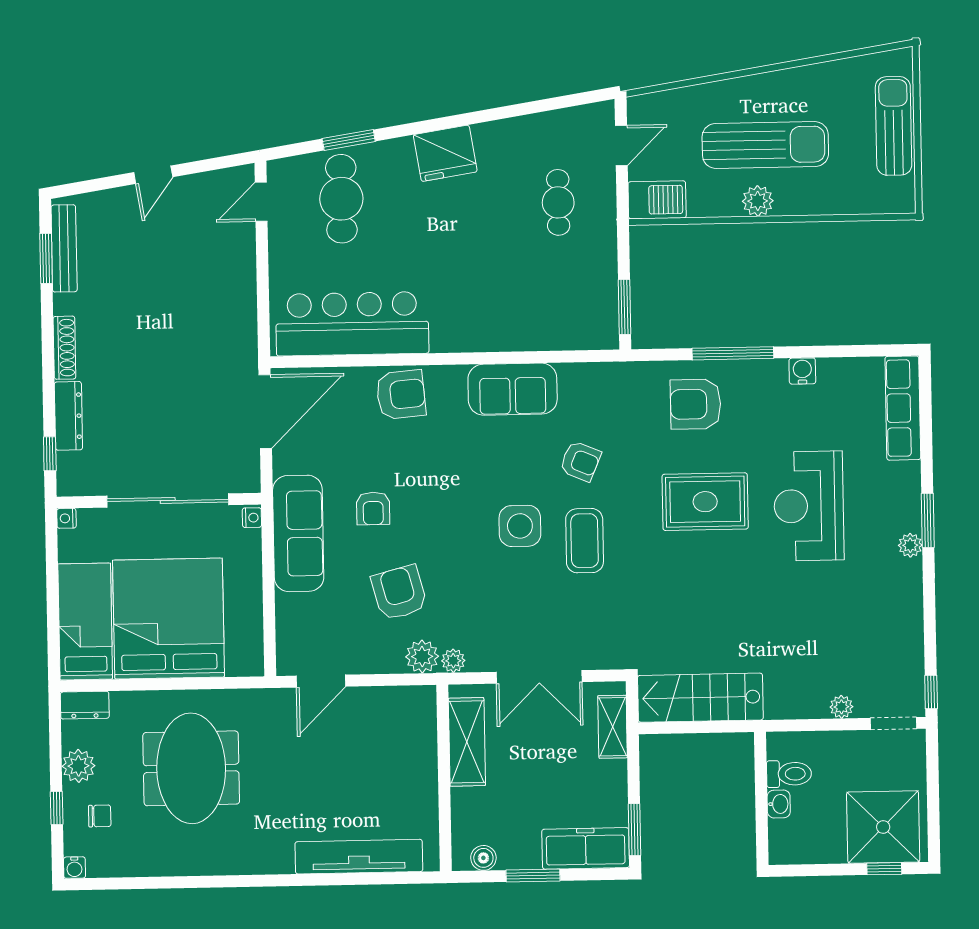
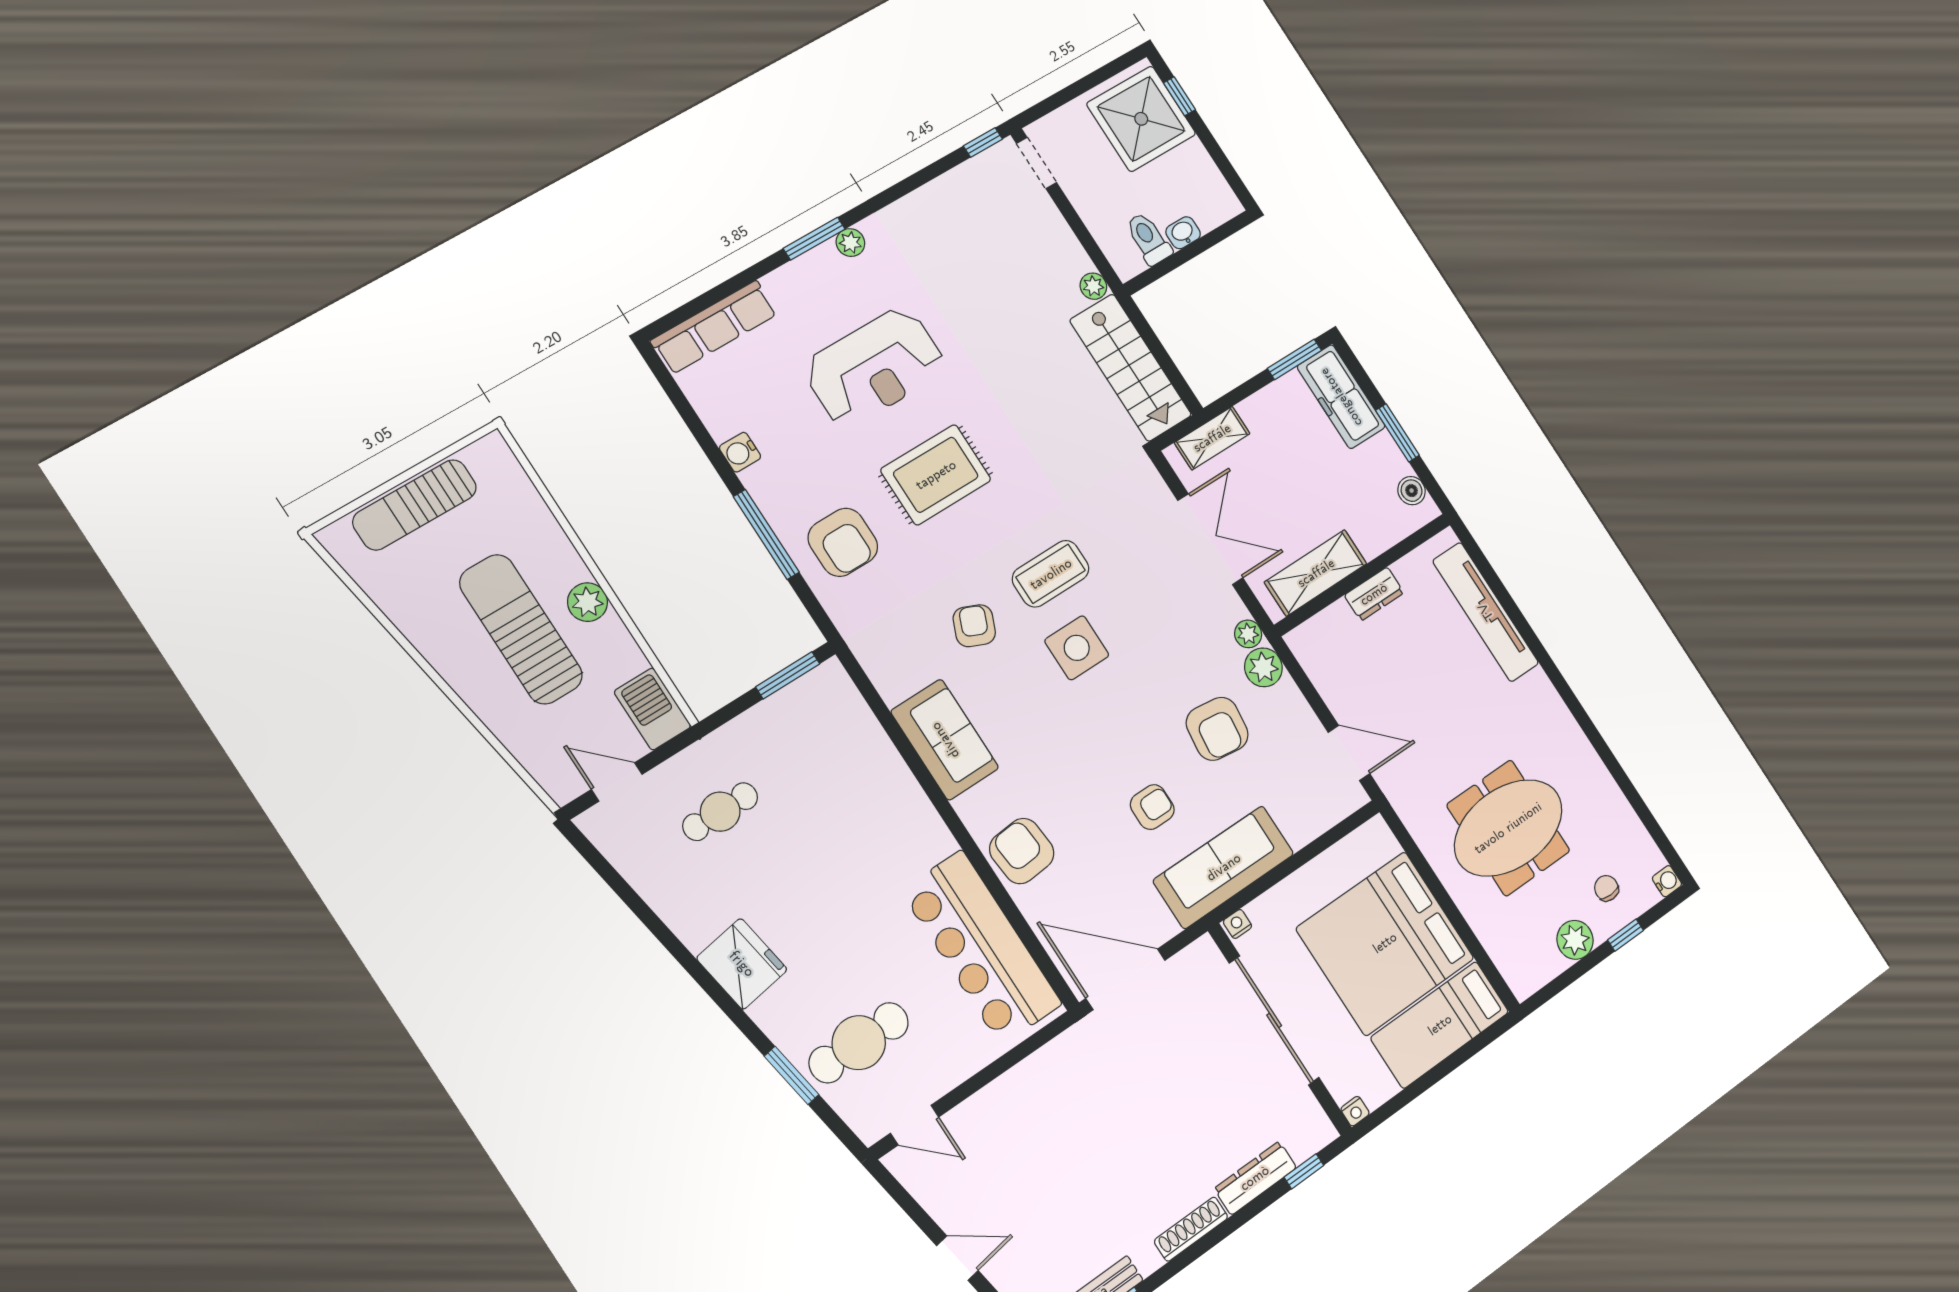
rug: (705, 502) -> (936, 475), turned 90
armchair: (399, 593) -> (1217, 729), turned -68
dresser: (85, 705) -> (1374, 594), moved, turned 90
plant: (841, 707) -> (1093, 286), moved

